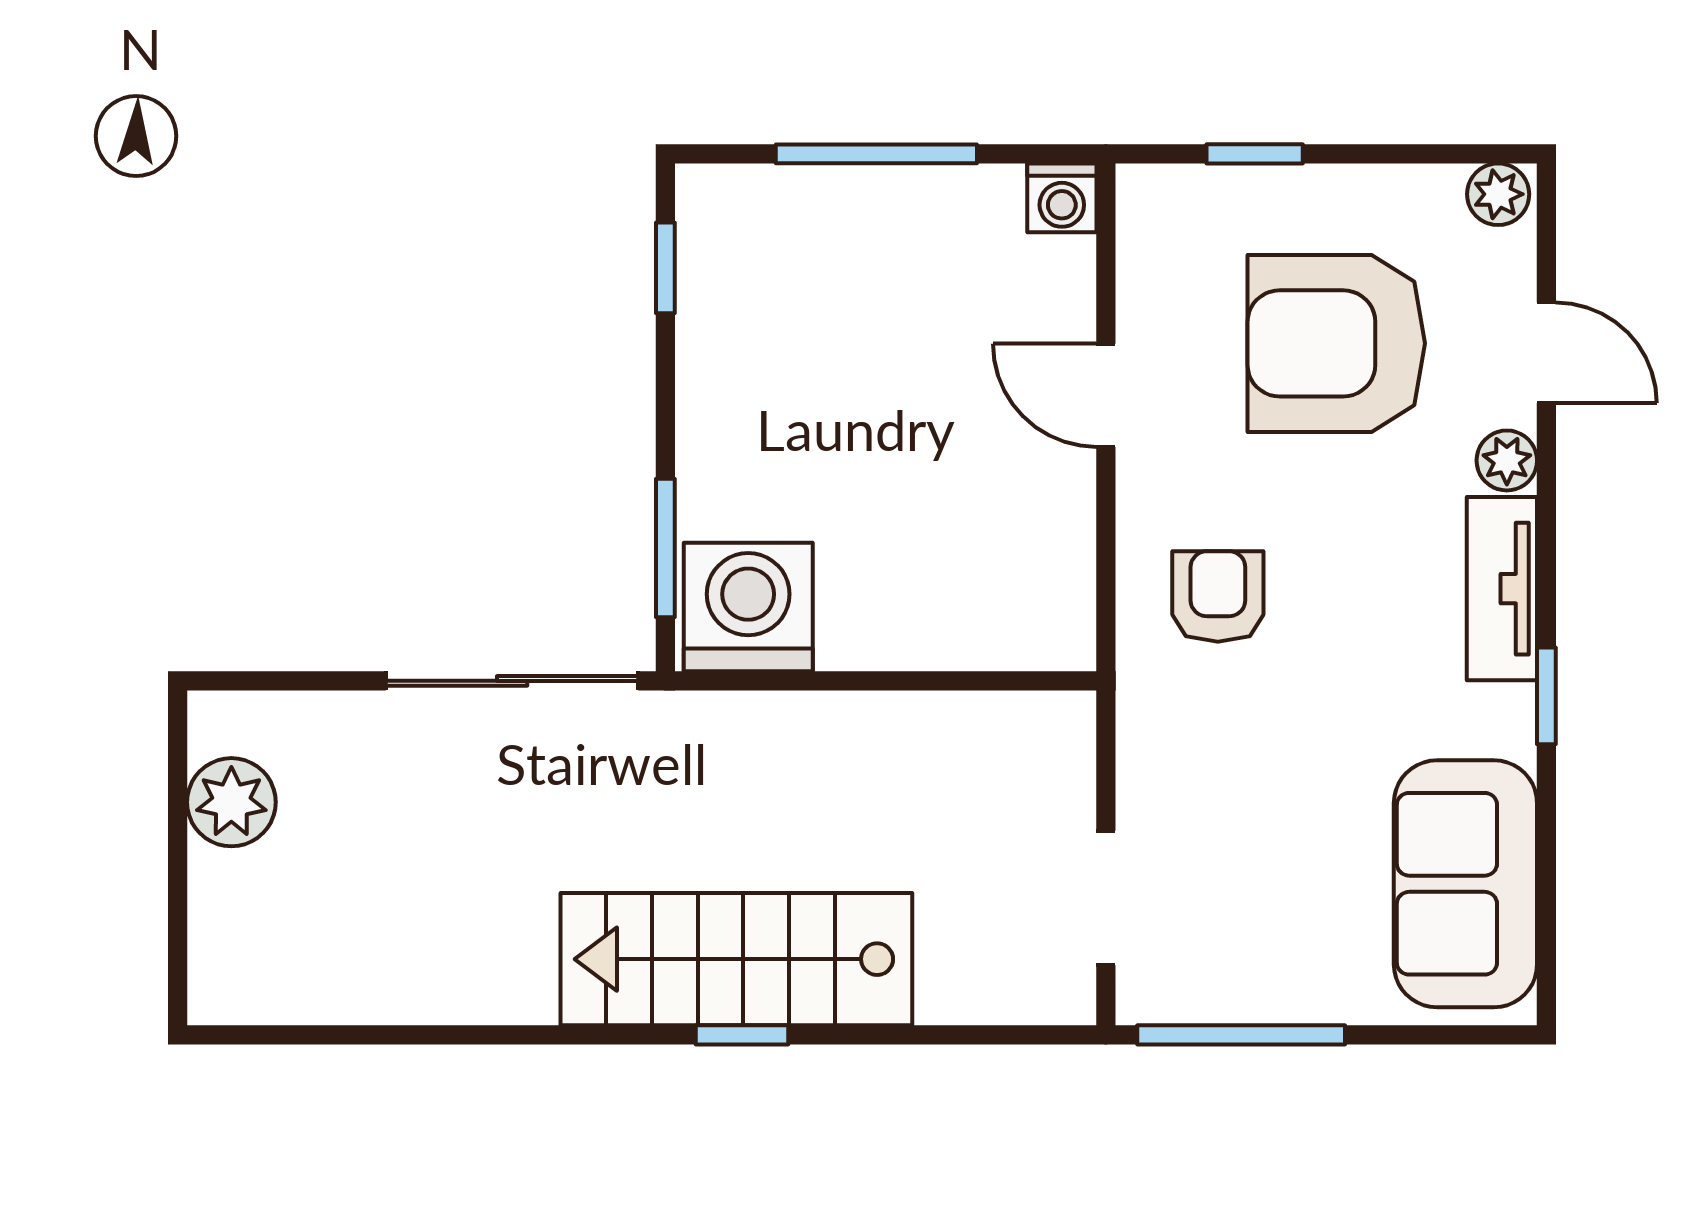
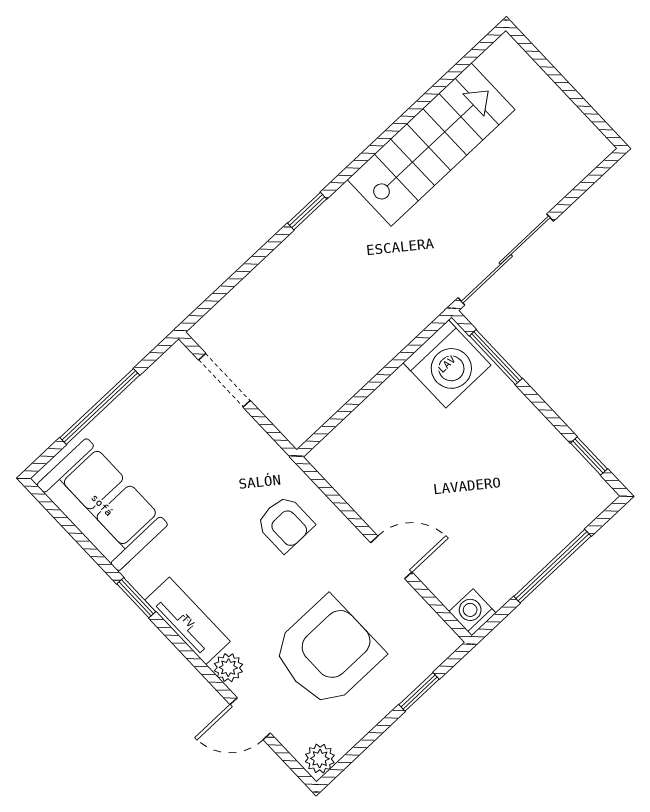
plant: (231, 802) -> (564, 123), removed
stairs: (736, 959) -> (431, 145), moved
window: (1241, 1035) -> (100, 406), moved

